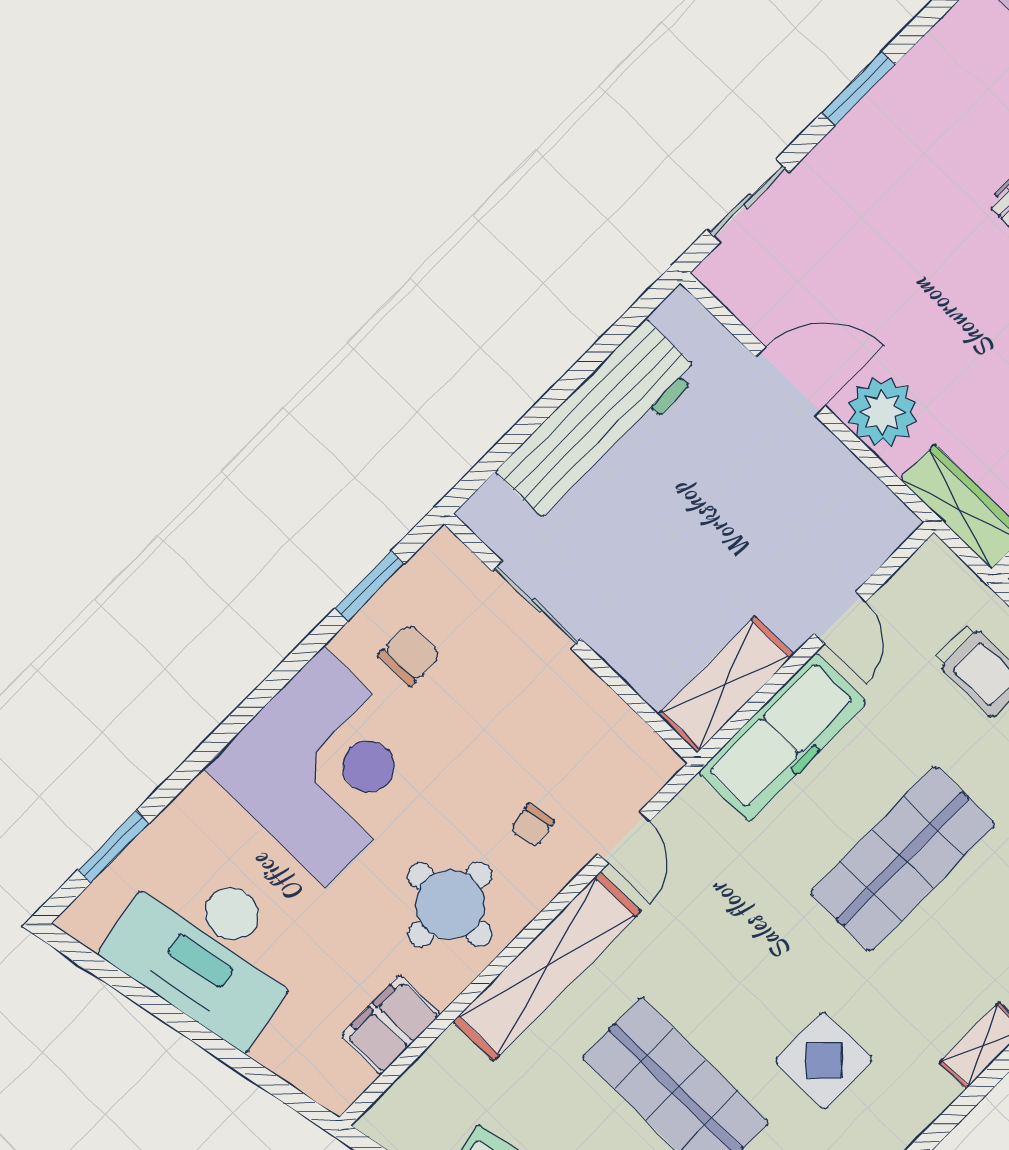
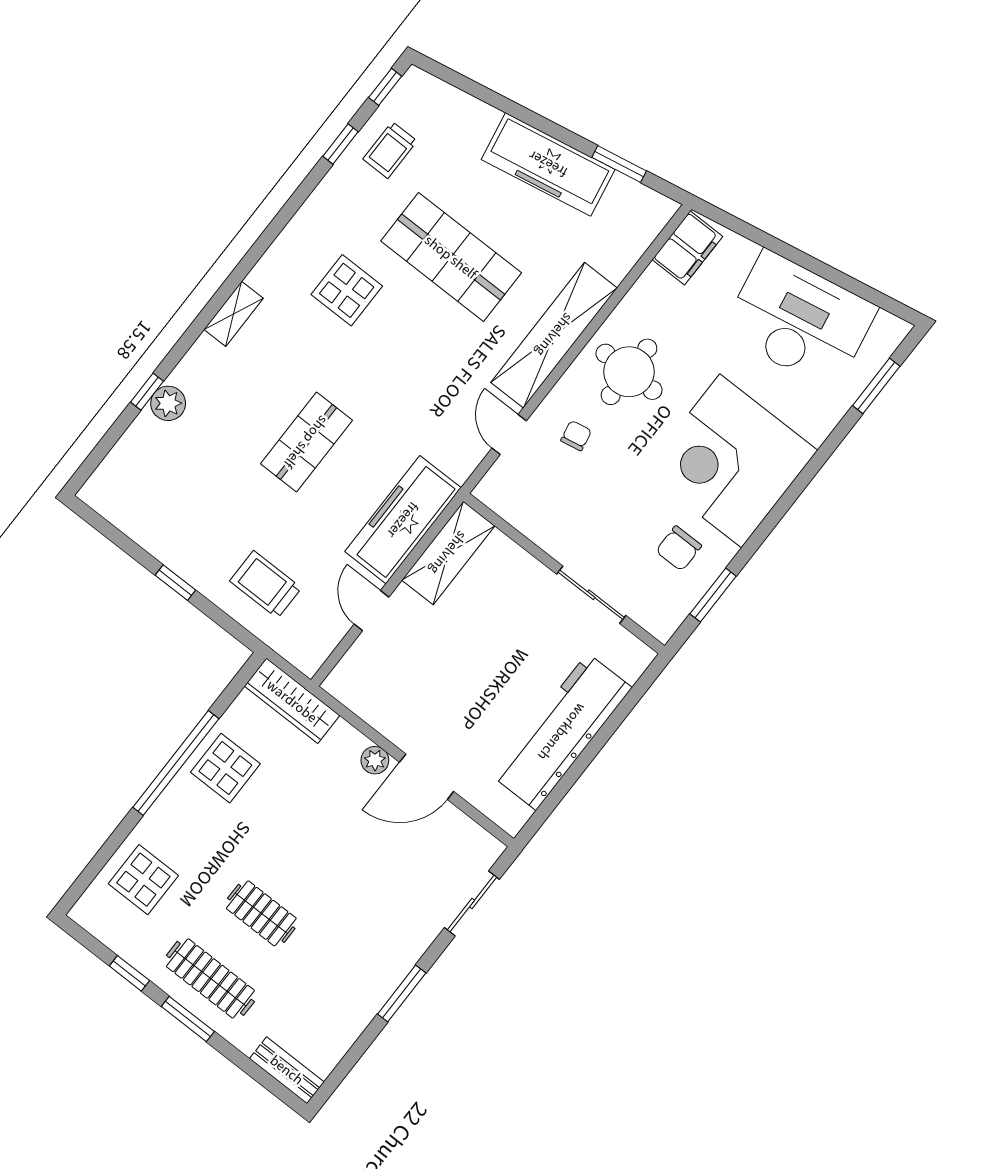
plant: (882, 412) -> (375, 760), width x0.53, depth x0.53
shop shelf: (903, 859) -> (306, 442), width x0.70, depth x0.74
filing cabinet: (391, 1025) -> (687, 248), moved

